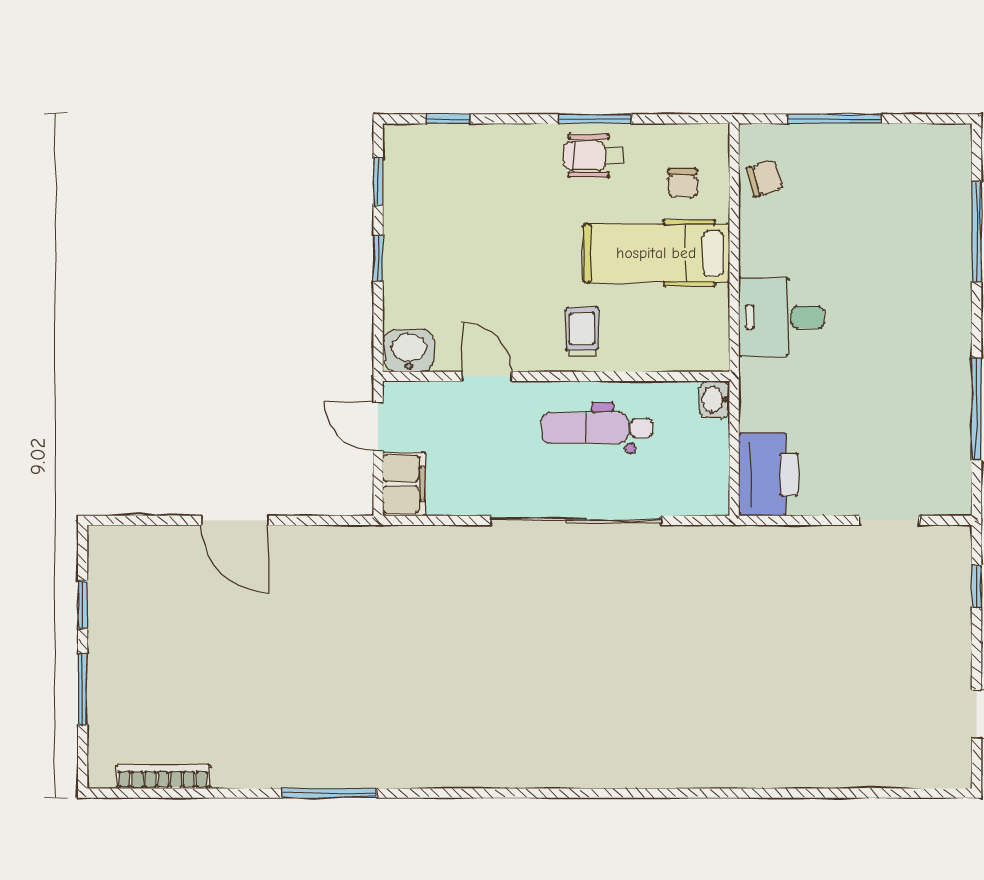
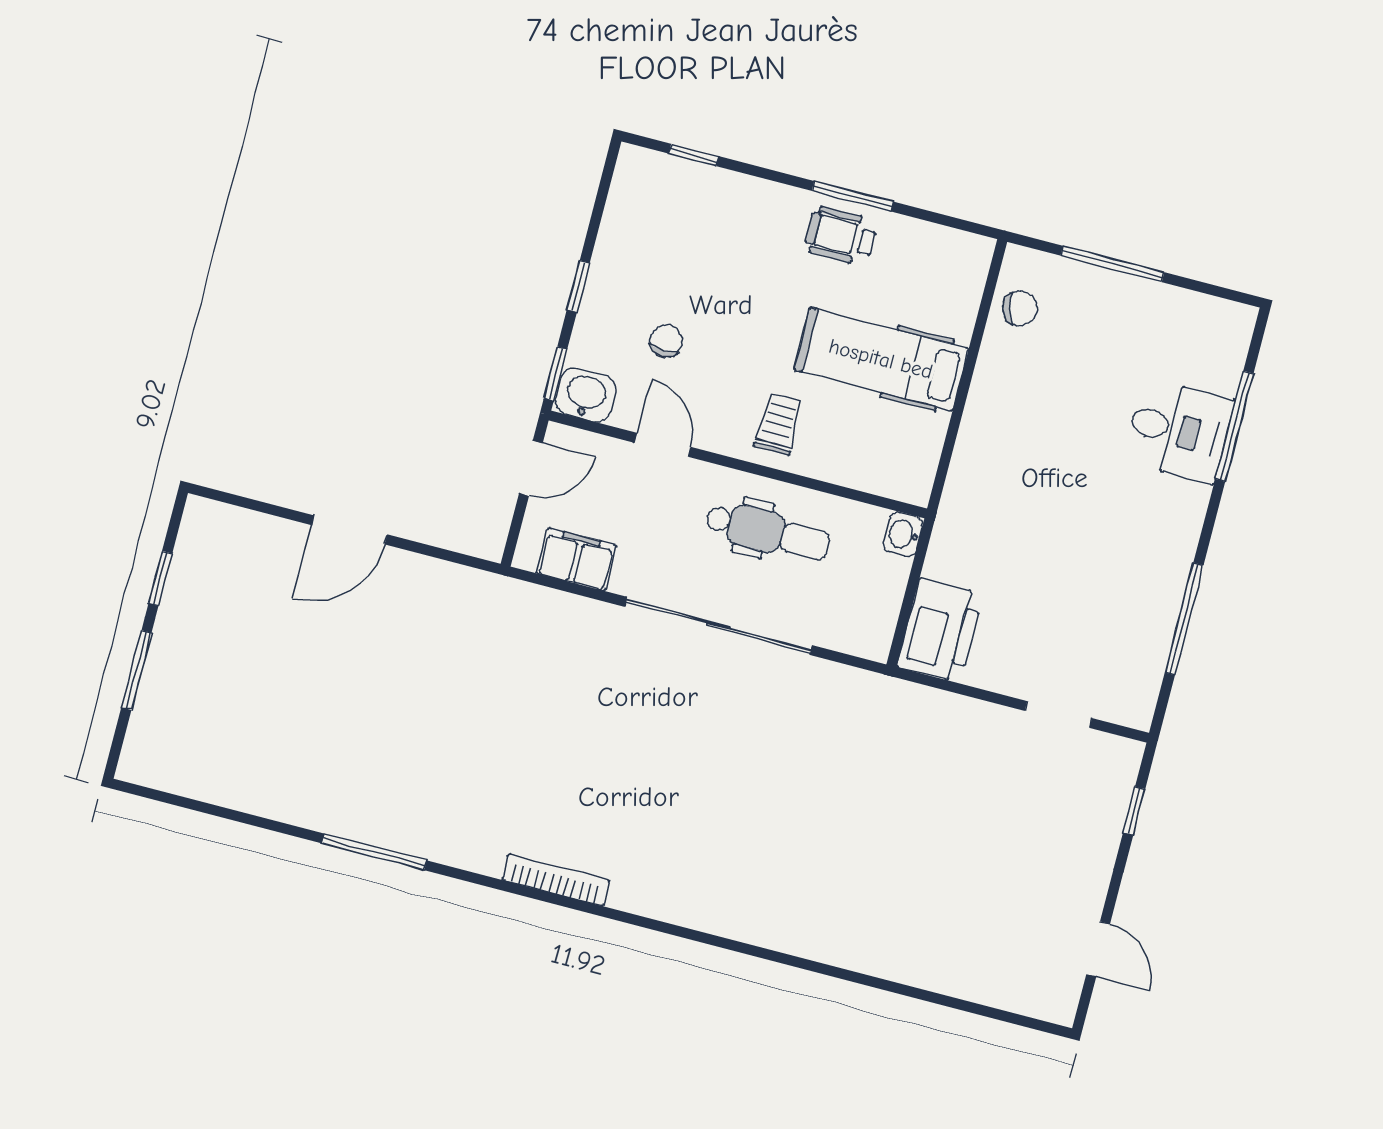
window: (378, 182) -> (555, 374), moved
chair: (683, 183) -> (666, 341), moved, turned 180
desk: (781, 317) -> (1179, 431), moved, turned 180
door: (378, 426) -> (531, 468), swing flipped
dental chair: (597, 428) -> (768, 532), turned 180
filing cabinet: (404, 484) -> (576, 559), moved, turned -90
door: (235, 520) -> (349, 530), hinge flipped
bookcase: (163, 776) -> (556, 880), moved

